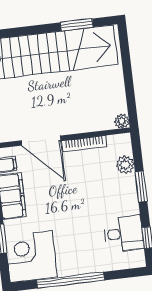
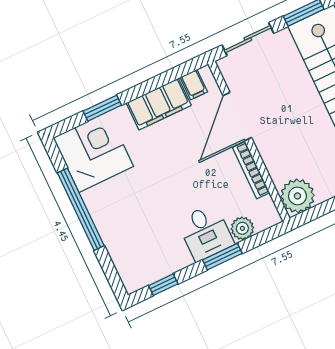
plant: (122, 121) -> (297, 196), width x1.87, depth x1.87
desk: (124, 234) -> (205, 232), moved

